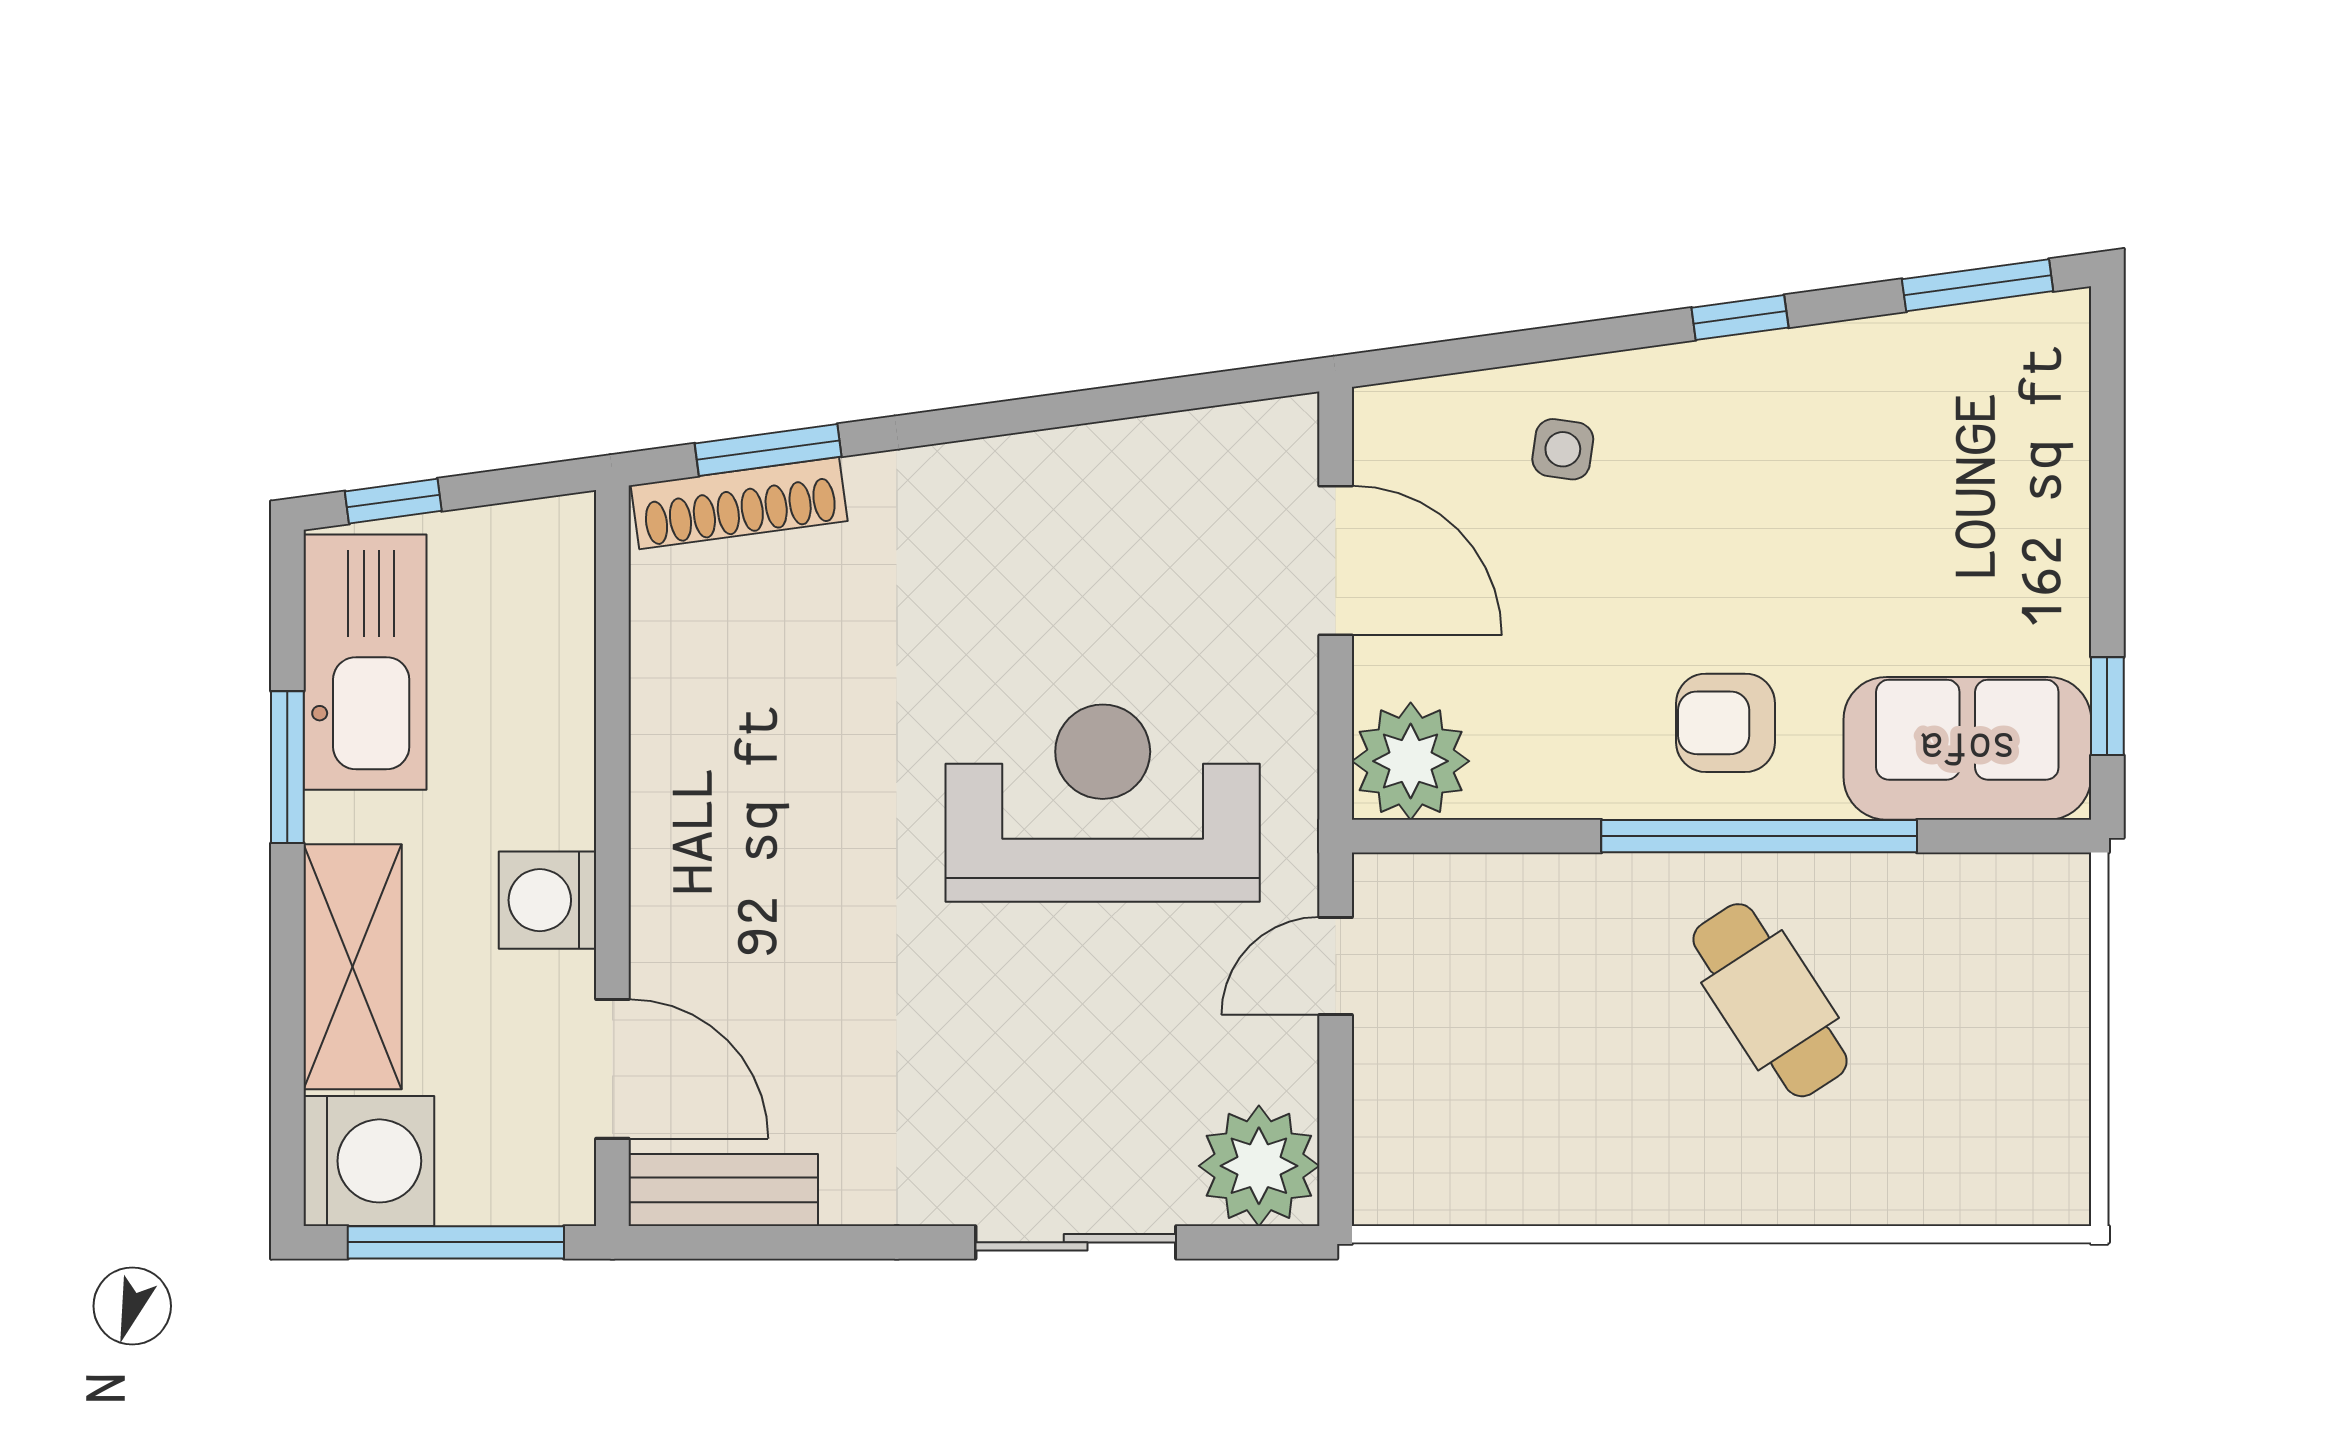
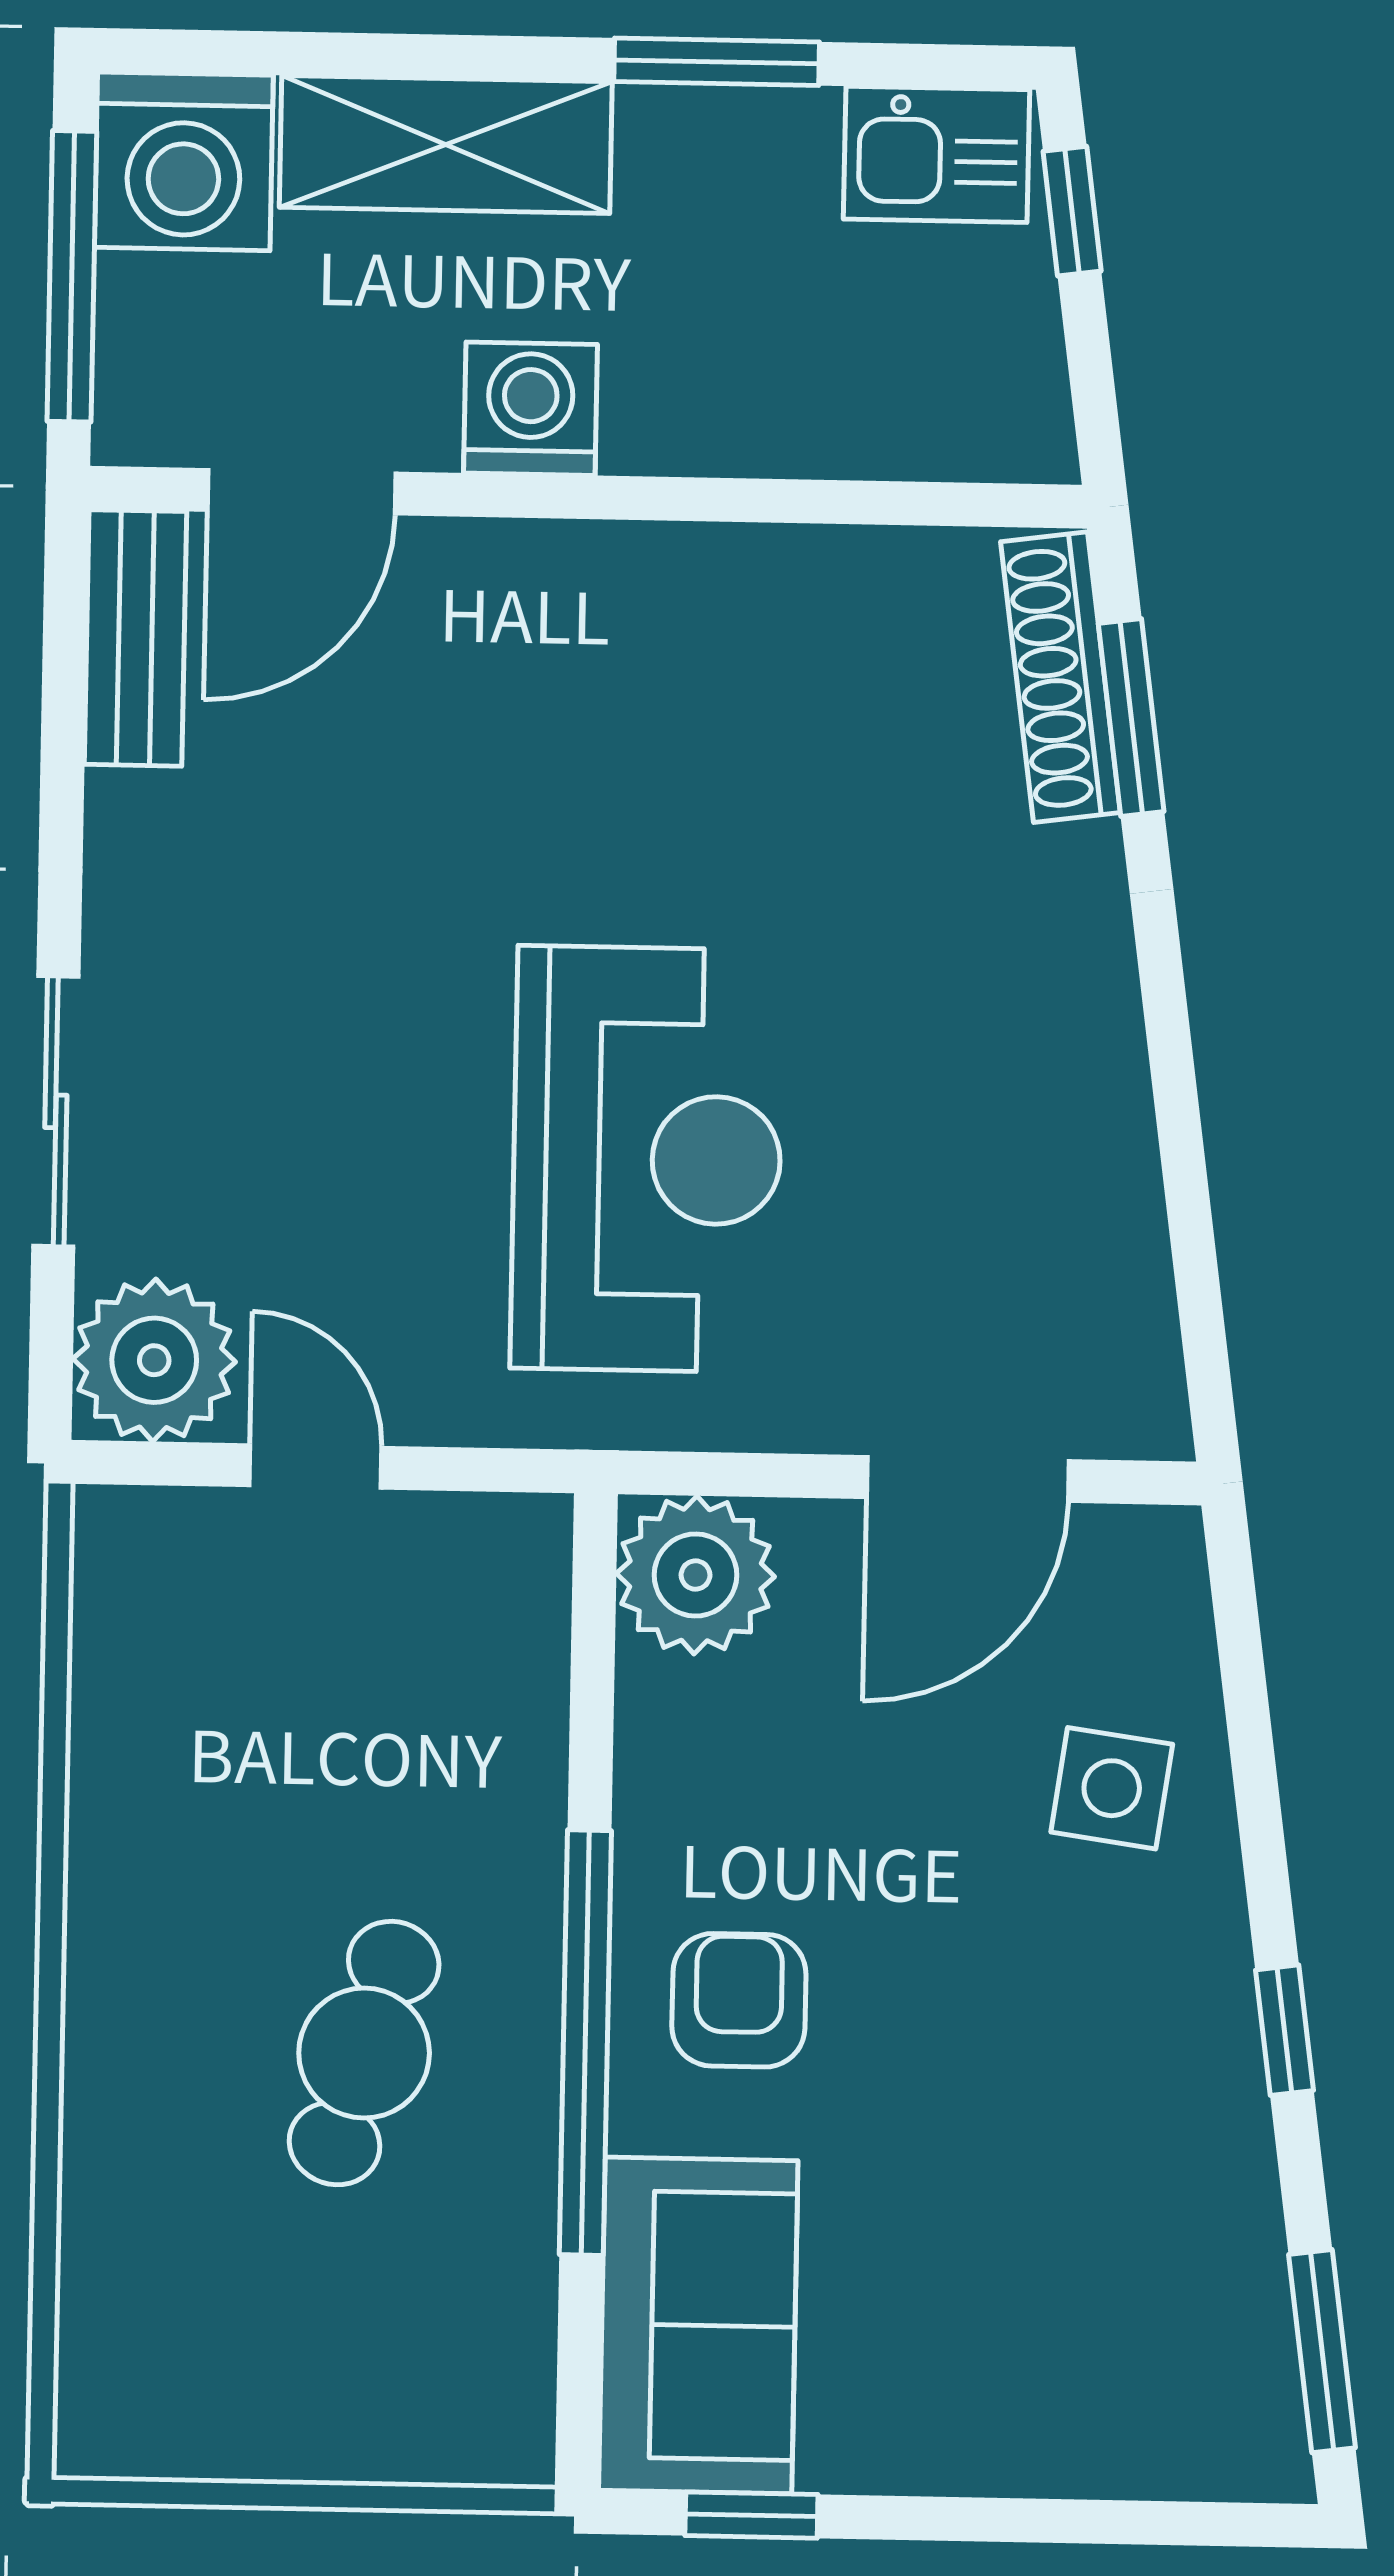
side table: (1563, 449) -> (1112, 1788), width x1.37, depth x1.37
kitchen sink: (365, 662) -> (937, 154), width x0.53, depth x0.81
door: (1336, 966) -> (316, 1467), moved
cafe table: (1770, 1000) -> (364, 2053), turned -40

